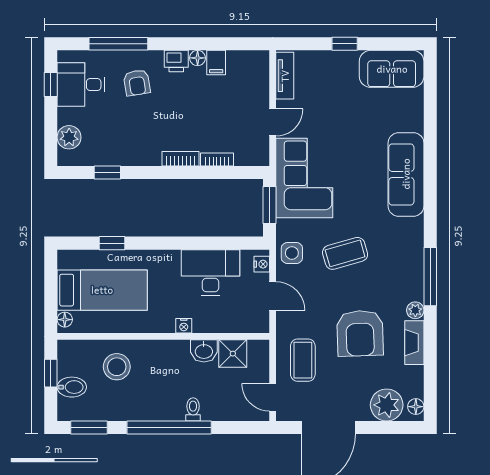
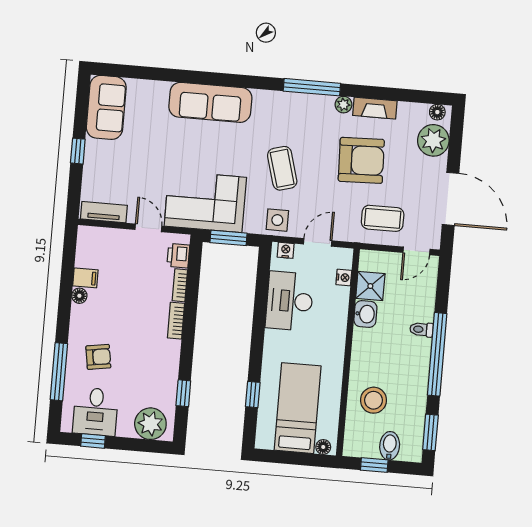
printer: (176, 61) -> (178, 256), moved, turned 180
plant: (69, 137) -> (150, 424), width x1.36, depth x1.36
nightstand: (184, 326) -> (344, 278), moved

